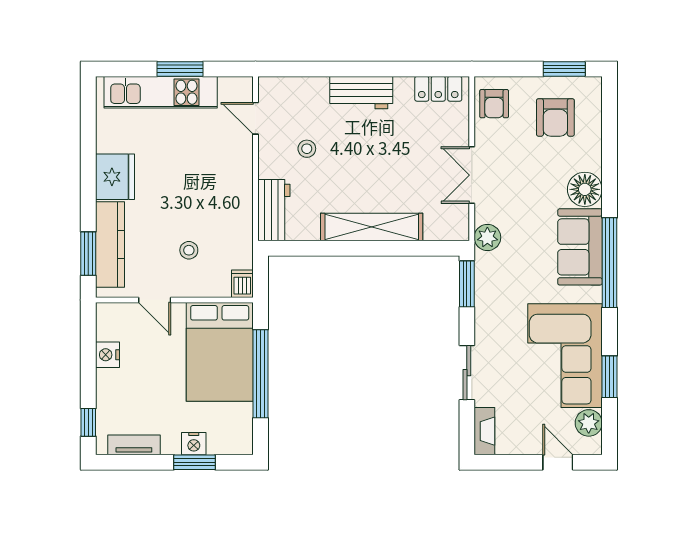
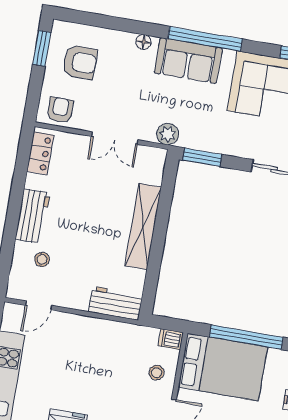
armchair: (494, 104) -> (60, 110), turned -90
stool: (307, 149) -> (42, 259), moved
floor lamp: (585, 189) -> (143, 42), width x0.53, depth x0.53
stool: (189, 250) -> (156, 373), moved

